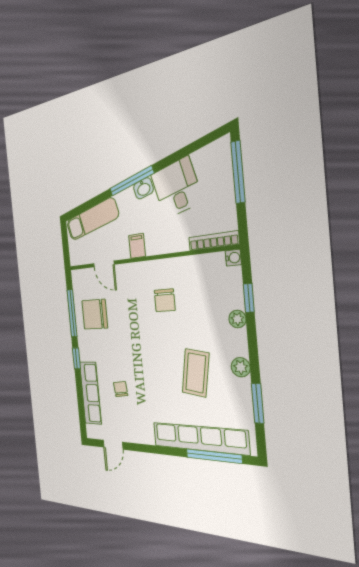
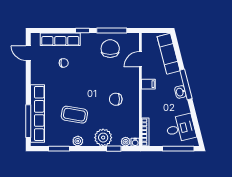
desk: (177, 188) -> (181, 128), moved
plant: (234, 276) -> (126, 142), added
plant: (237, 319) -> (103, 138), width x1.87, depth x1.87

